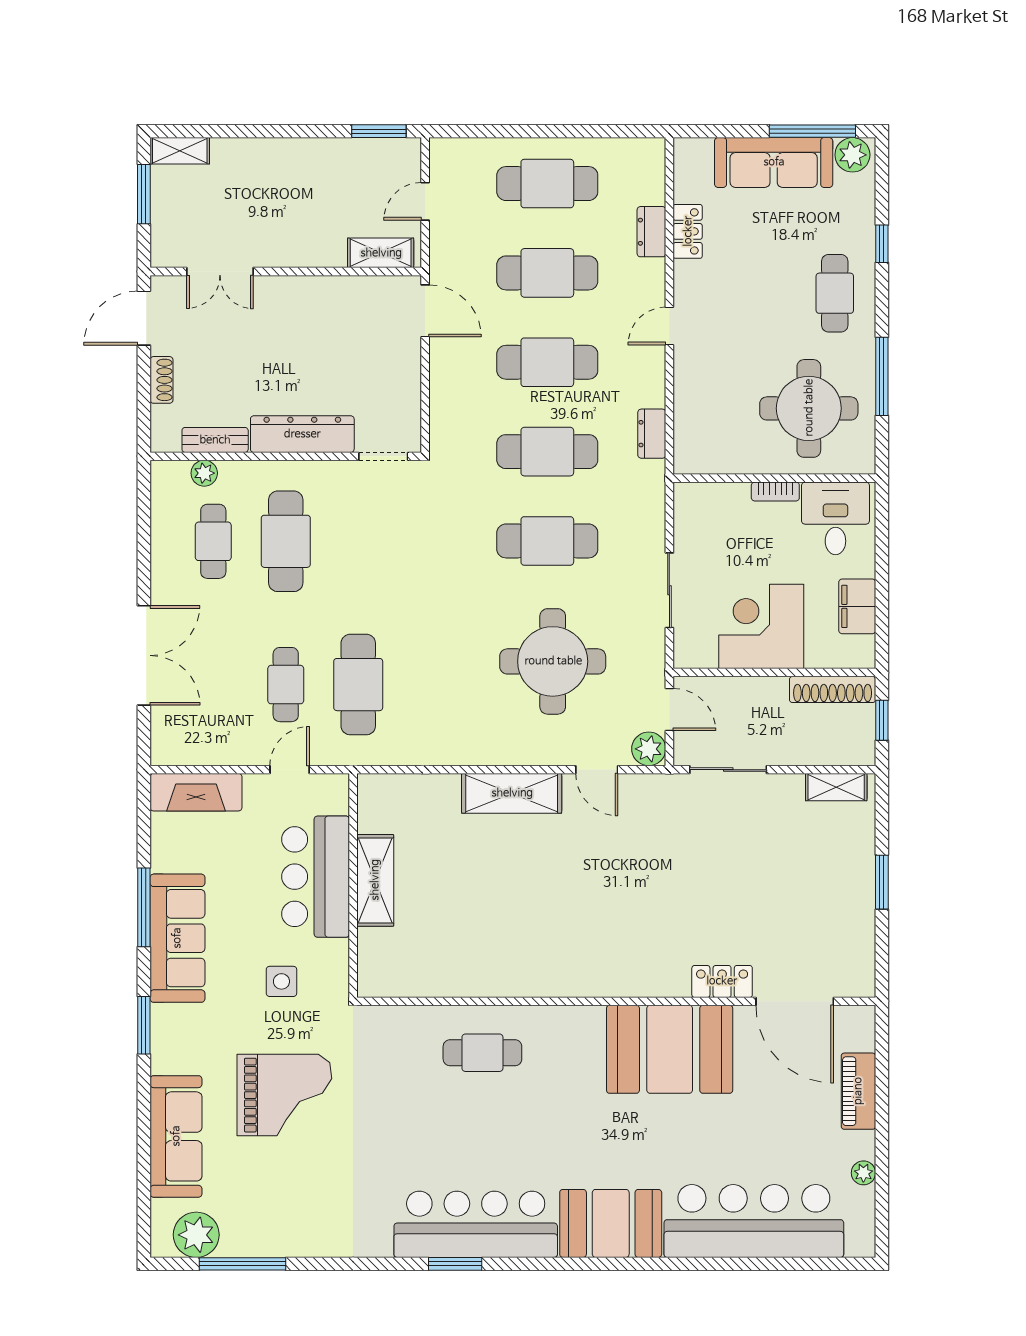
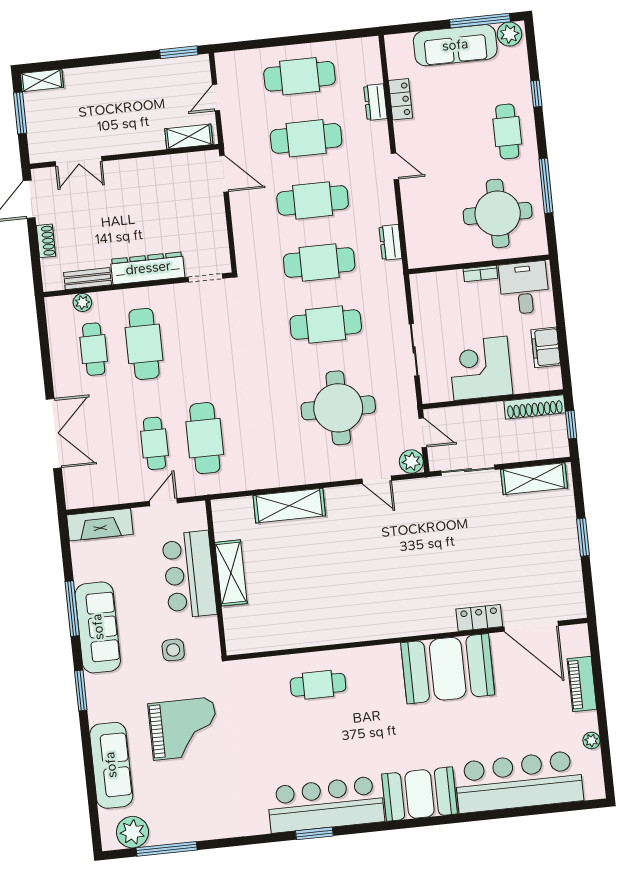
door: (669, 326) -> (395, 166), swing flipped
shelving: (836, 787) -> (534, 479), width x1.50, depth x1.33
shelving: (512, 793) -> (289, 506), moved

